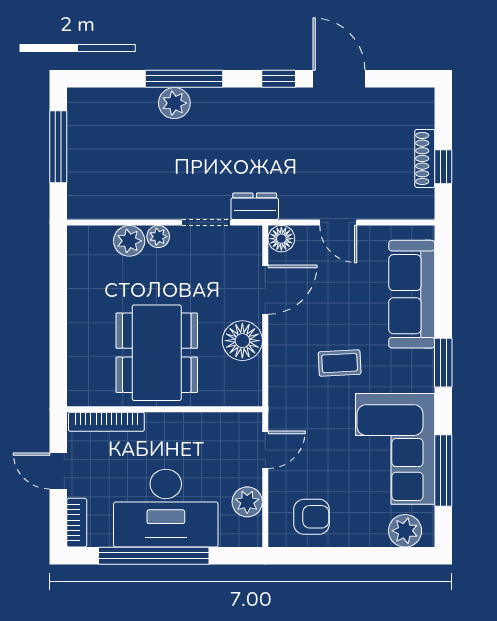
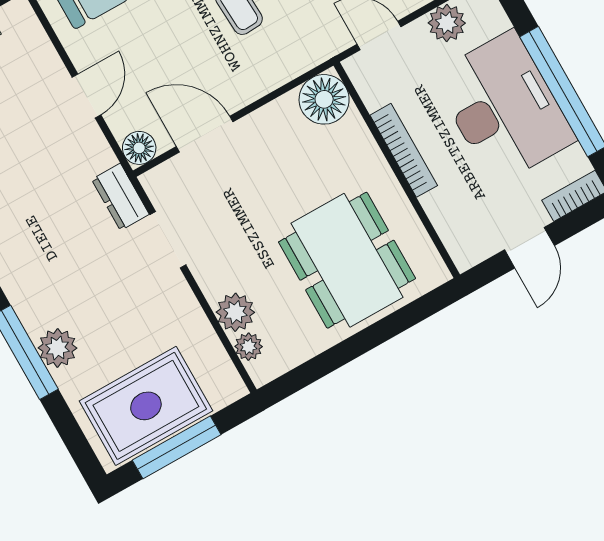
rug: (99, 142) -> (146, 406), added
plant: (158, 237) -> (249, 347), moved
floor lamp: (242, 341) -> (324, 99), moved
dining table: (157, 353) -> (347, 260), moved, turned 90
bookcase: (106, 422) -> (404, 150), moved

